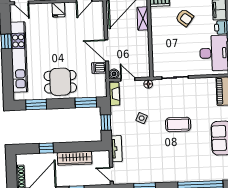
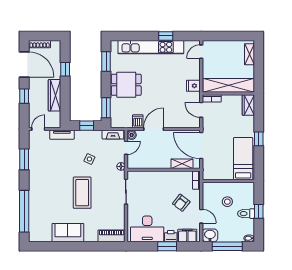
dining table: (60, 82) -> (126, 85), turned 90
coffee table: (178, 124) -> (82, 193), width x1.36, depth x1.32

